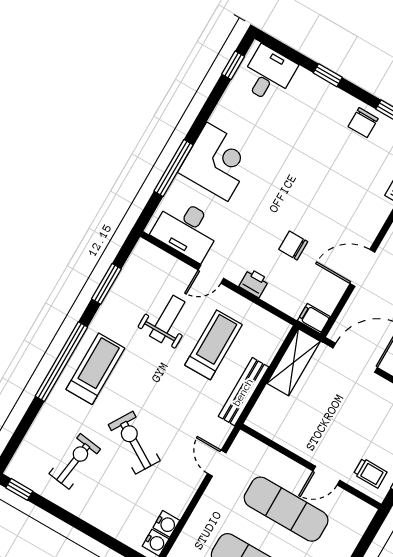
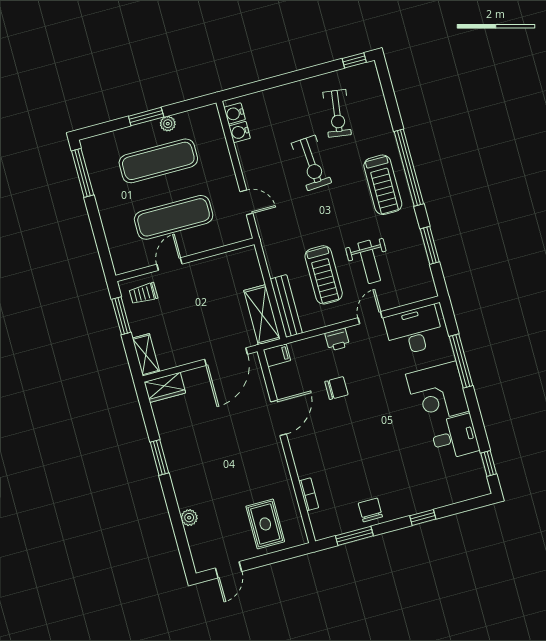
desk: (268, 74) -> (455, 437), moved, turned -90
bench: (243, 392) -> (286, 306), moved
exercise bike: (134, 443) -> (311, 163), turned 55

